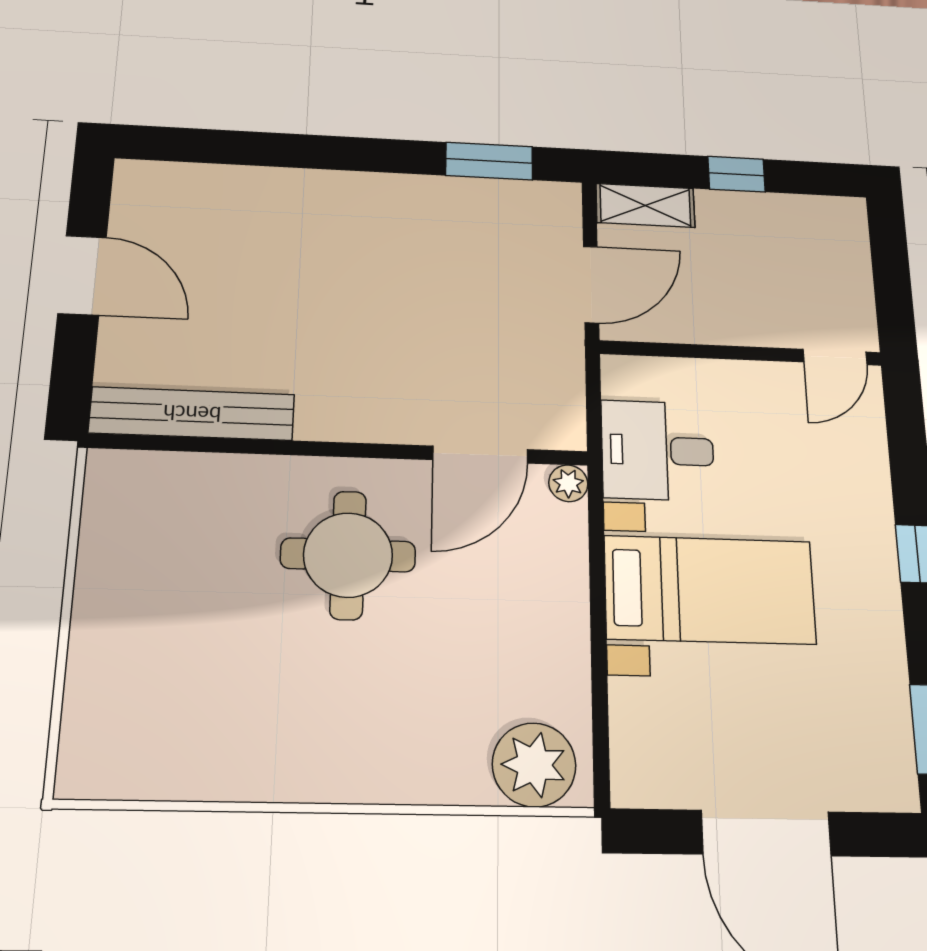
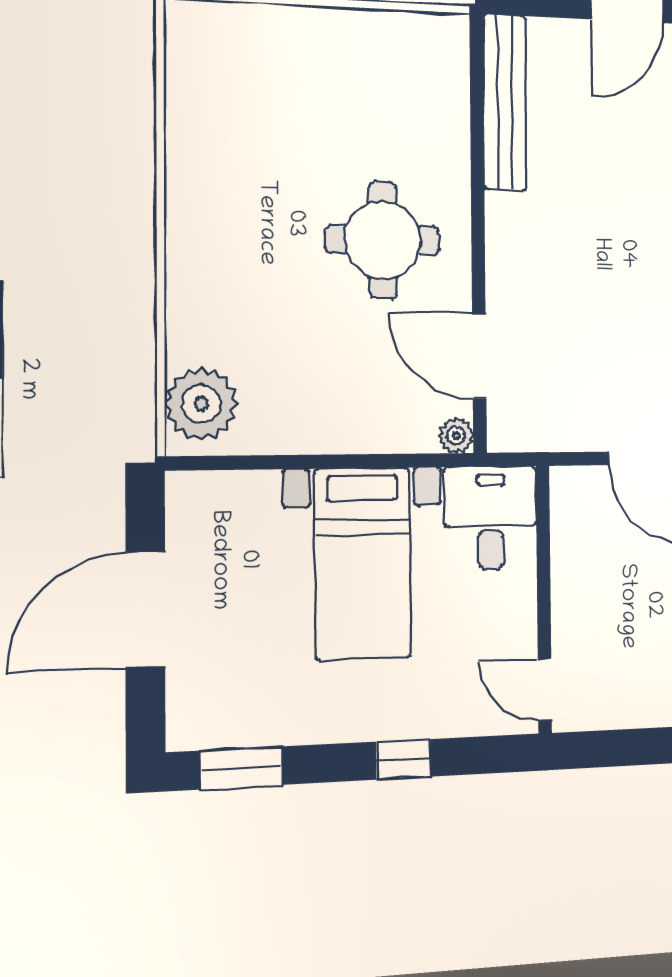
wall: (741, 353) -> (544, 599), moved
door: (835, 357) -> (545, 689), moved

